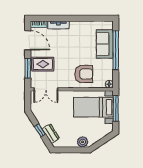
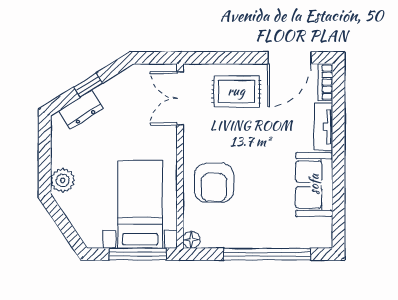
sofa: (105, 44) -> (314, 184), moved, turned -90
rug: (43, 64) -> (236, 91), turned 90
window: (28, 68) -> (227, 58), removed

